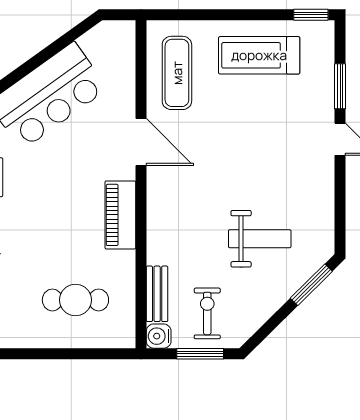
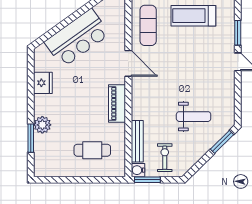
bench: (157, 294) -> (137, 141), width x1.36
window: (200, 354) -> (147, 180), moved

